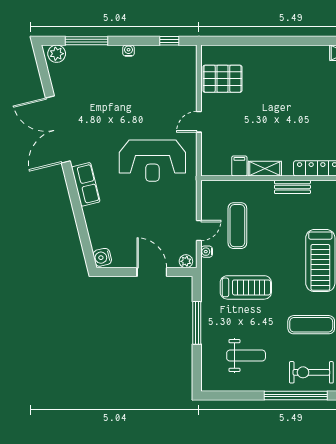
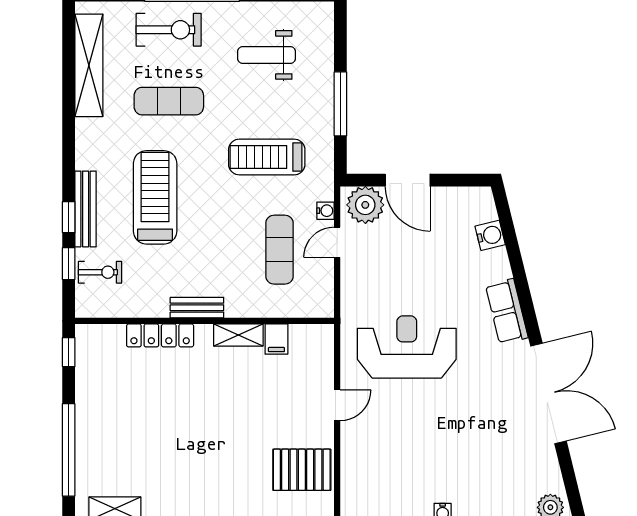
water cooler: (102, 257) -> (490, 235), moved
plant: (186, 261) -> (365, 205), width x1.88, depth x1.88

